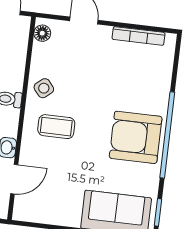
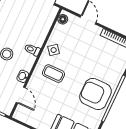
door: (14, 179) -> (21, 95), hinge flipped

